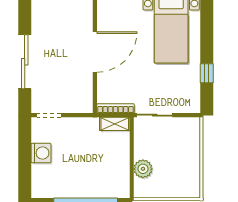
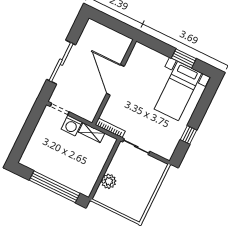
door: (95, 52) -> (115, 80), swing flipped
shelving: (115, 124) -> (92, 133), moved
washing machine: (41, 153) -> (72, 126), moved, turned 90

